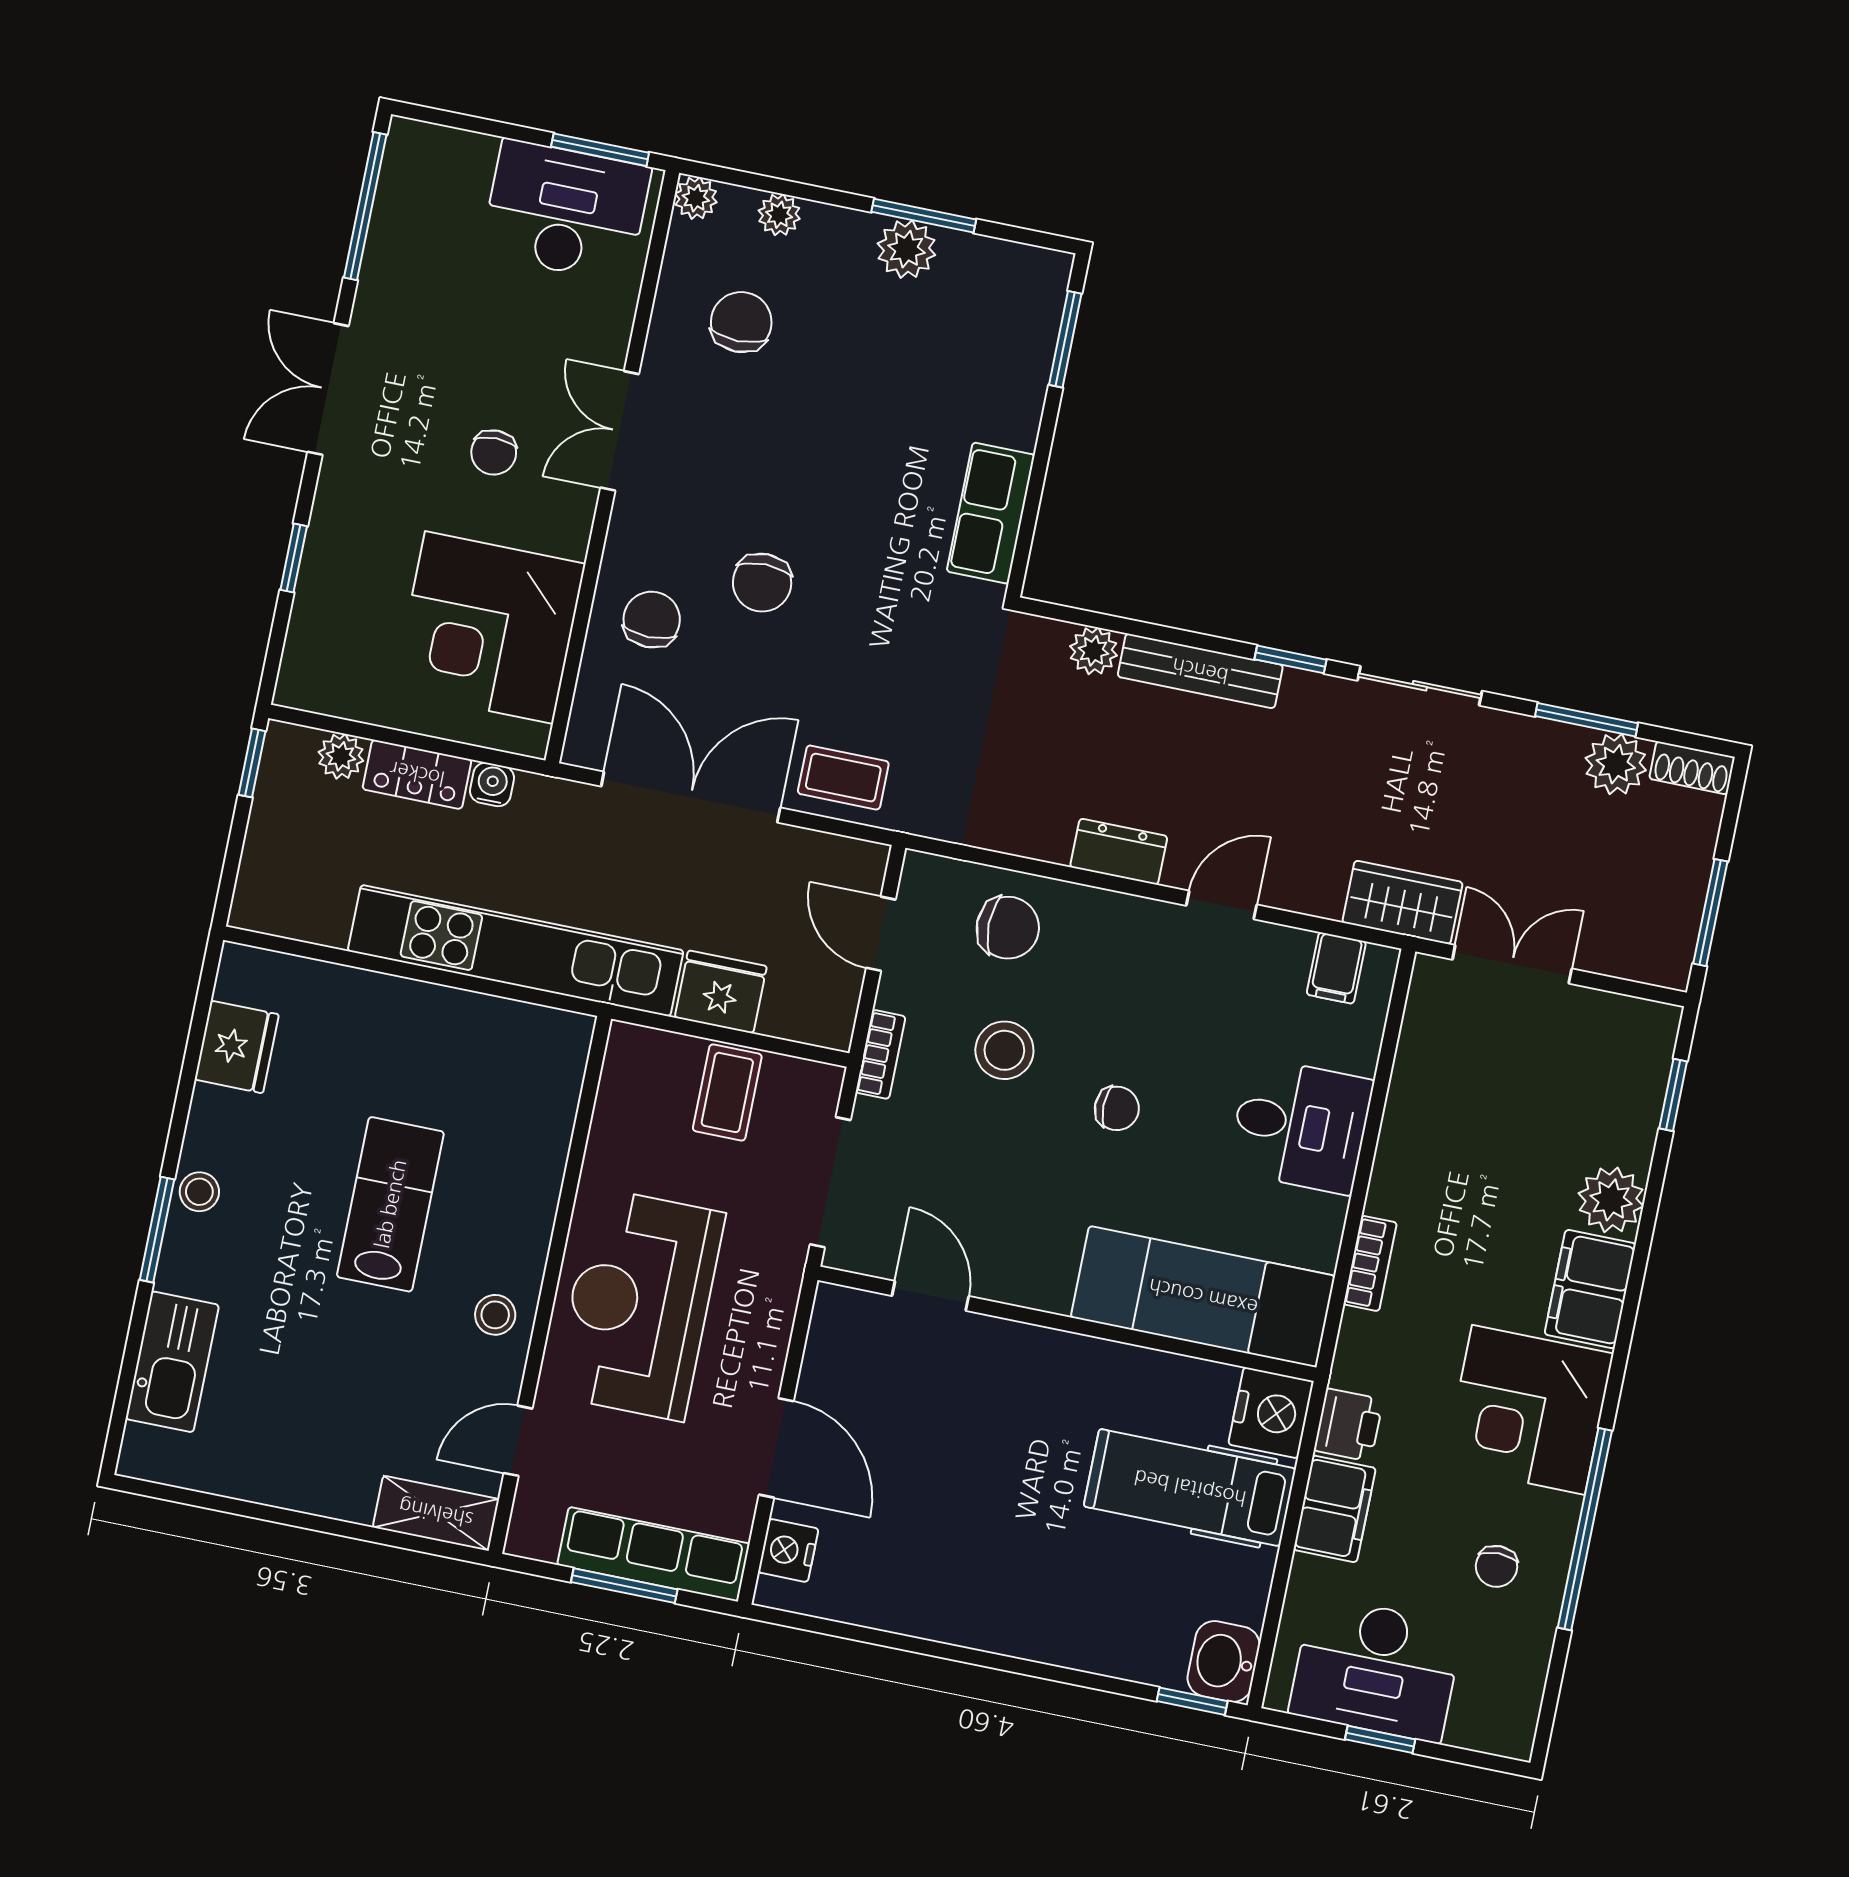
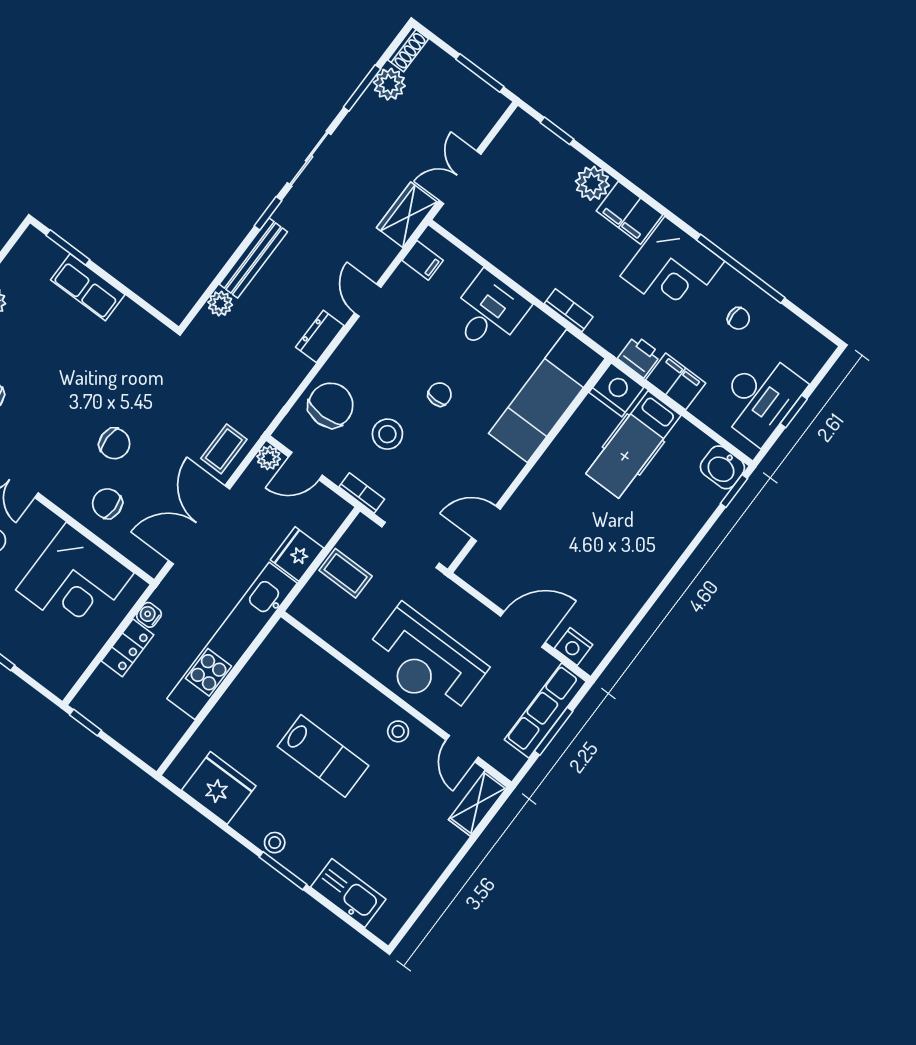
row of seats: (991, 513) -> (88, 287), moved
plant: (341, 756) -> (269, 458), moved
chair: (1008, 928) -> (331, 405), width x1.37, depth x1.37
fridge: (237, 1047) -> (219, 788), width x1.36, depth x1.34
lab bench: (390, 1204) -> (323, 756), turned 180

